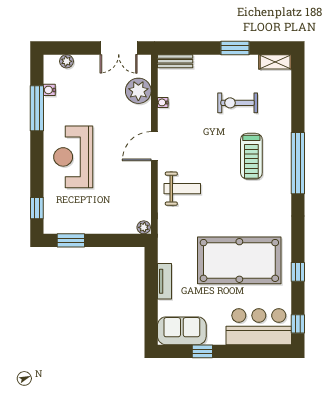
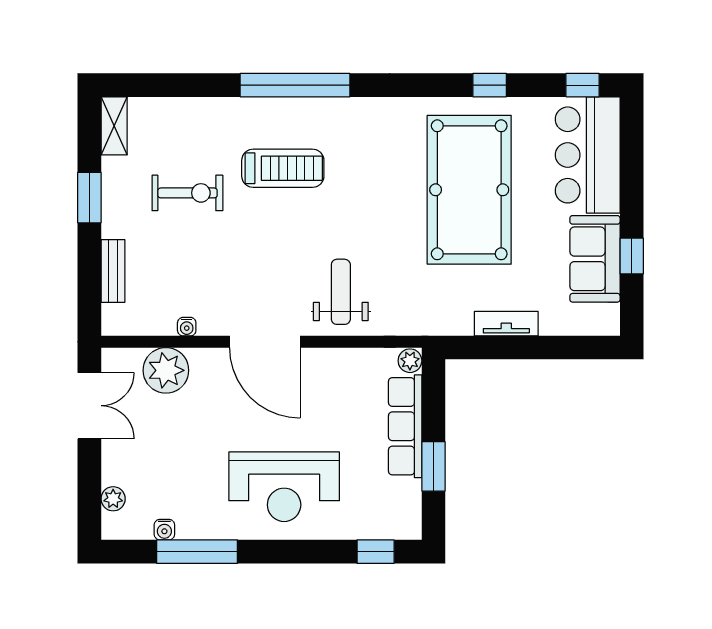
bench: (175, 61) -> (113, 271), moved
exercise bike: (238, 103) -> (187, 193), turned -90
door: (154, 146) -> (265, 342), width x1.36
row of seats: (107, 225) -> (405, 426), added
window: (71, 240) -> (433, 466), moved
sofa: (182, 331) -> (595, 259), moved

